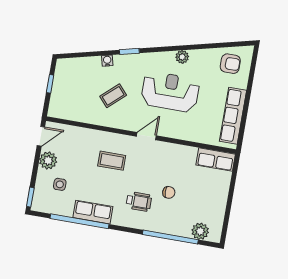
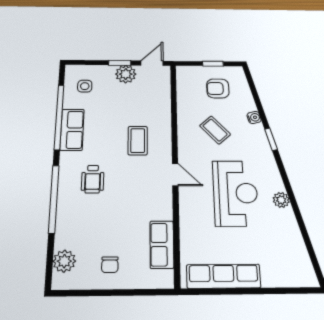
armchair: (230, 64) -> (218, 88), moved, turned 90
door: (41, 136) -> (152, 63), swing flipped
row of seats: (216, 160) -> (162, 244), moved
side table: (60, 184) -> (85, 86), moved
chair: (169, 192) -> (110, 265), moved
window: (30, 197) -> (120, 63), moved
window: (170, 237) -> (54, 199), moved

